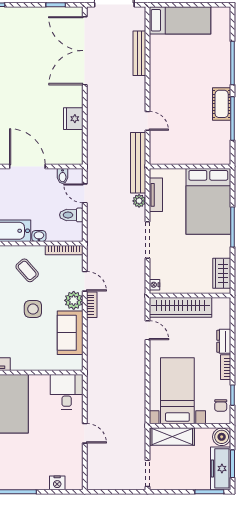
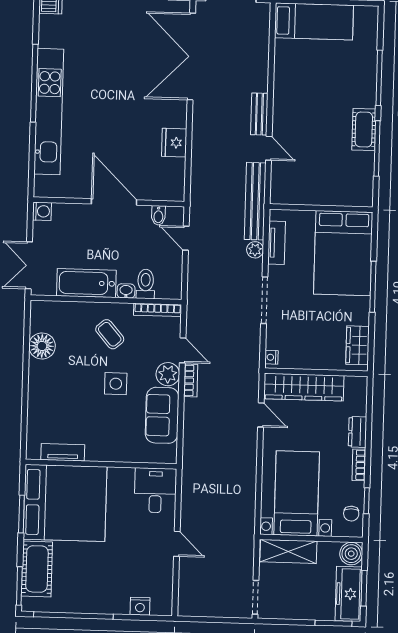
bench: (139, 53) -> (259, 114), moved, width x0.73
toilet: (71, 215) -> (146, 284), moved, turned 90

